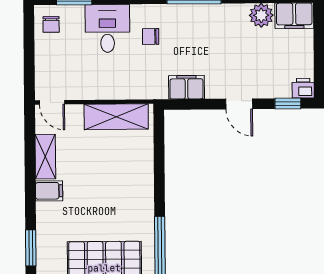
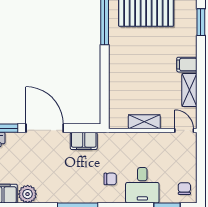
door: (239, 104) -> (45, 128), width x1.88
shelving: (116, 117) -> (144, 122), width x0.67, depth x0.75

